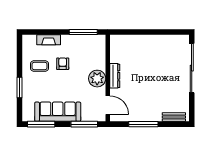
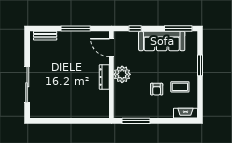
fireplace: (49, 40) -> (185, 113), moved
sliding door: (192, 68) -> (27, 85), width x0.73
window: (84, 124) -> (135, 29), width x0.46

